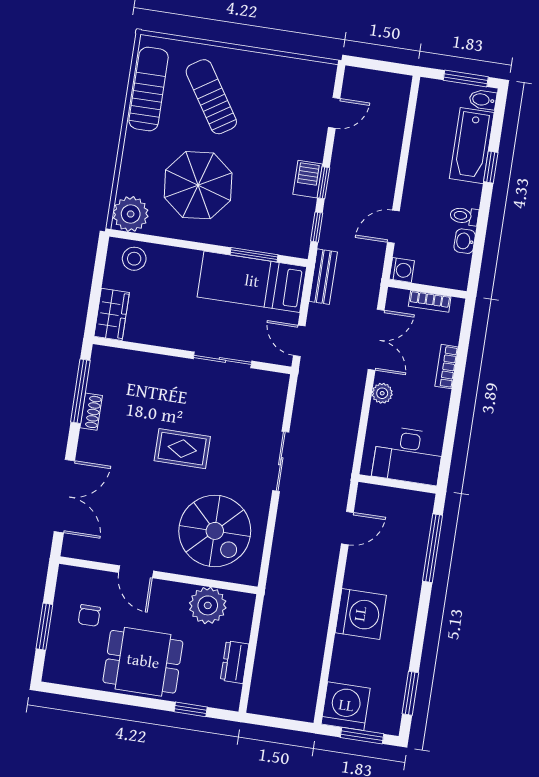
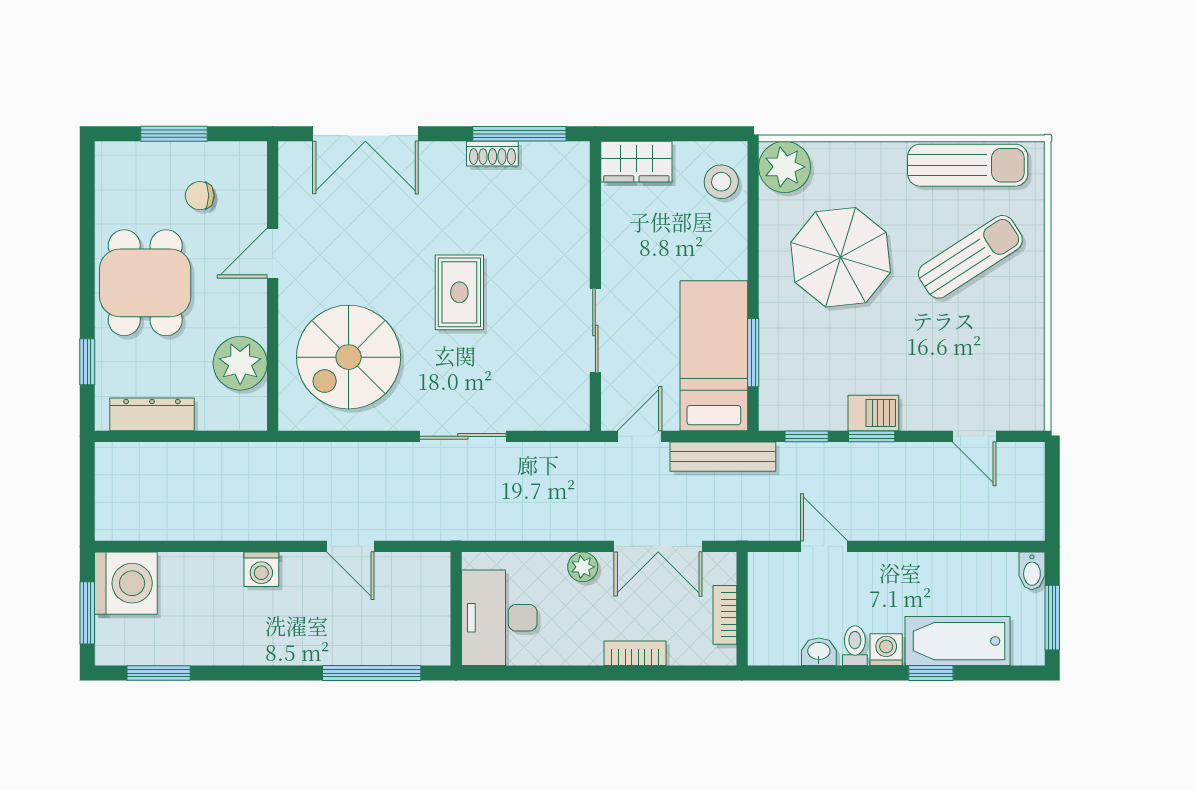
bidet: (483, 100) -> (1032, 571), moved, turned 180
washing machine: (402, 270) -> (886, 650), moved, turned 180
bench: (323, 277) -> (723, 457), width x1.36
door: (347, 528) -> (350, 546), moved
washing machine: (361, 614) -> (261, 569), width x0.53, depth x0.53
dresser: (235, 662) -> (152, 414), width x1.44

